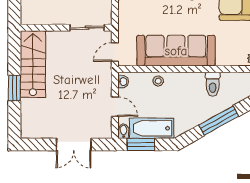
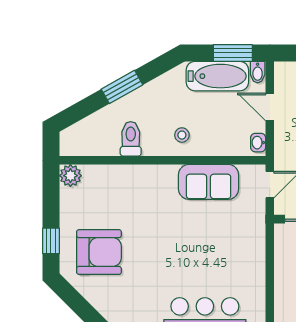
sofa: (176, 51) -> (209, 182), width x0.54, depth x0.79
stool: (158, 81) -> (182, 135), moved
window: (219, 121) -> (122, 87), width x0.69

